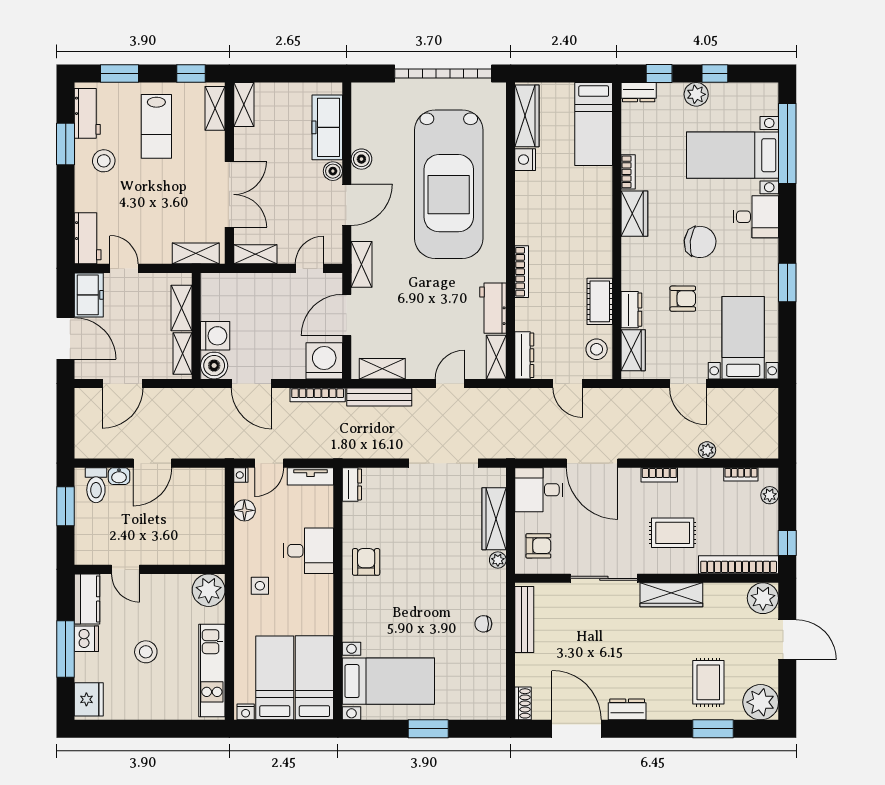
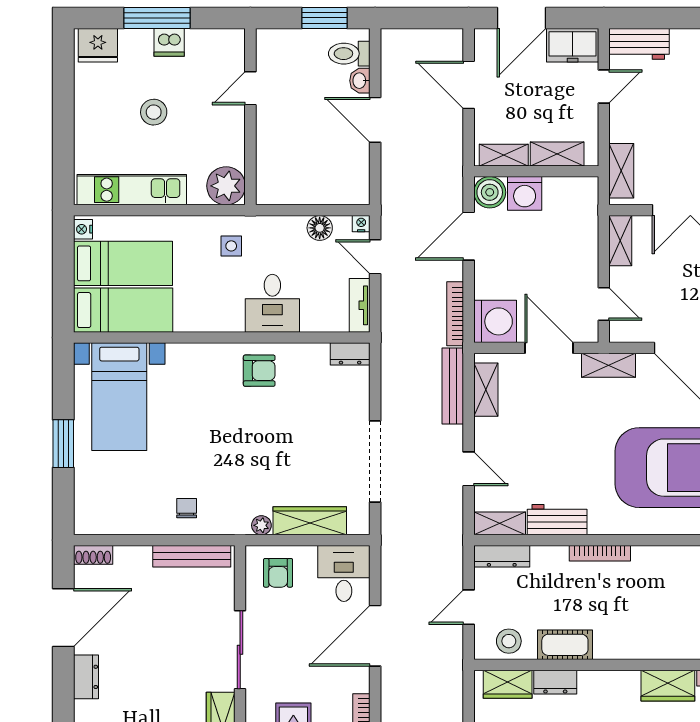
kitchen counter: (87, 599) -> (216, 43), removed

